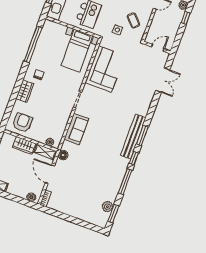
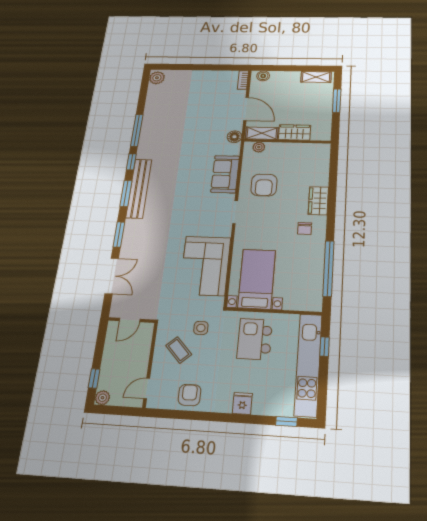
double door: (163, 80) -> (112, 276), swing flipped
armchair: (22, 123) -> (264, 185), moved
plant: (107, 207) -> (157, 78), moved
window: (113, 214) -> (119, 235), moved

